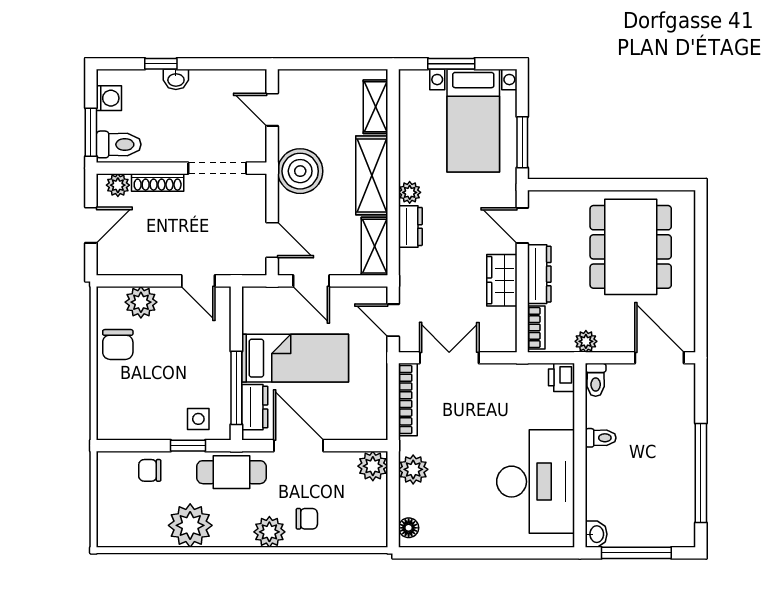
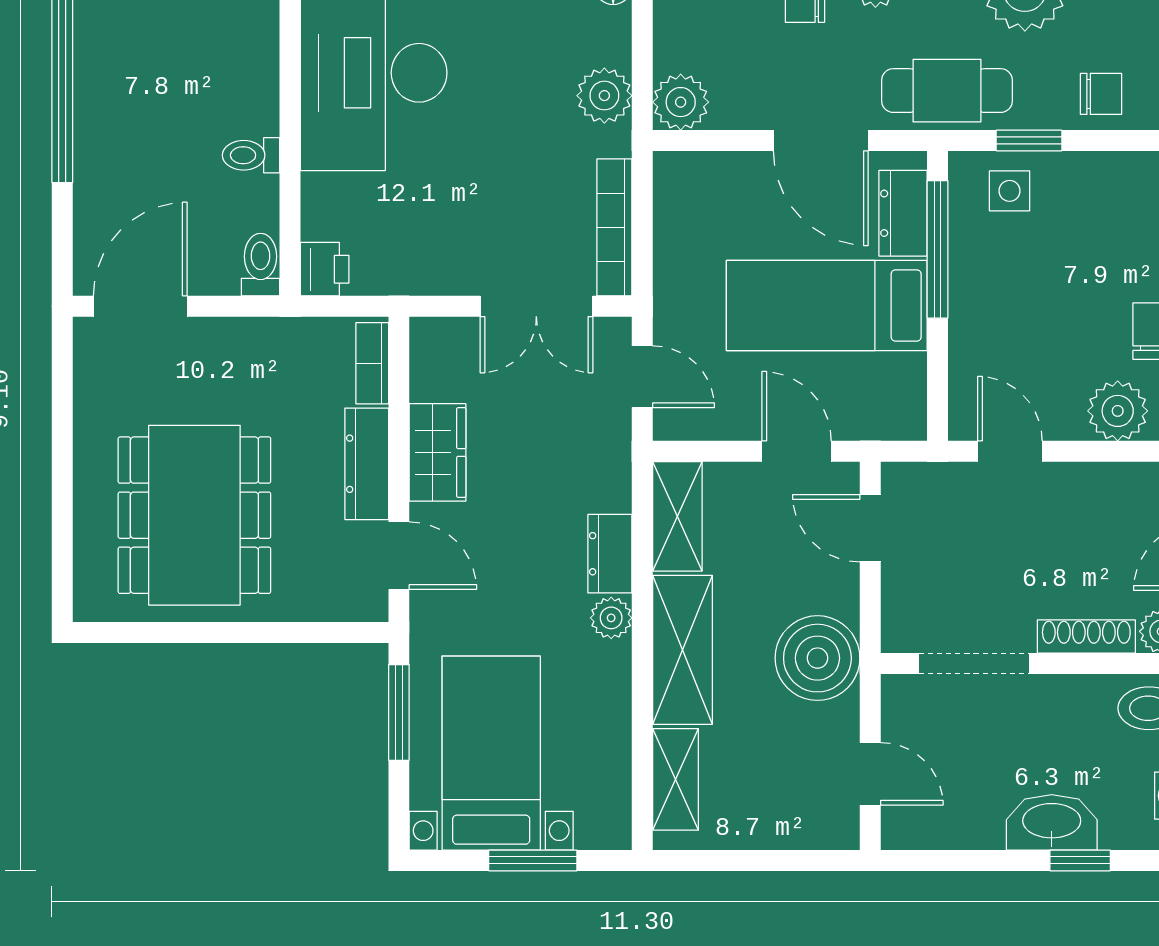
washbasin: (176, 79) -> (1052, 822), width x1.91, depth x1.45
plant: (586, 341) -> (279, 337), removed
door: (659, 358) -> (140, 306), swing flipped

